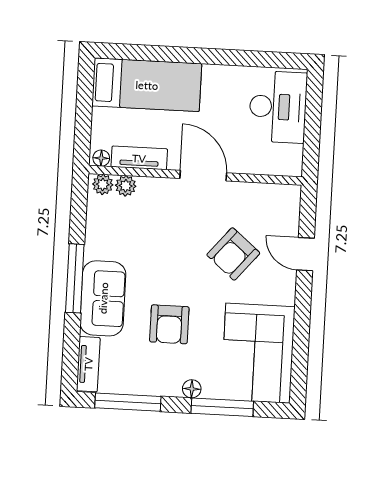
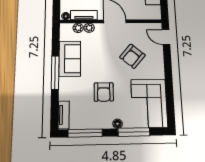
plant: (103, 184) -> (89, 28), moved
door: (305, 254) -> (166, 37), moved
sofa: (103, 298) -> (70, 59), moved

